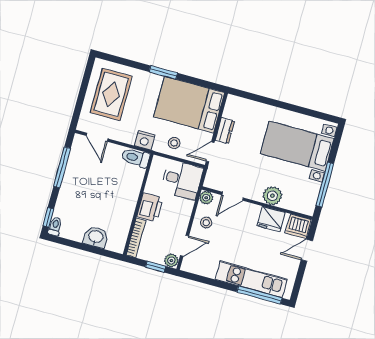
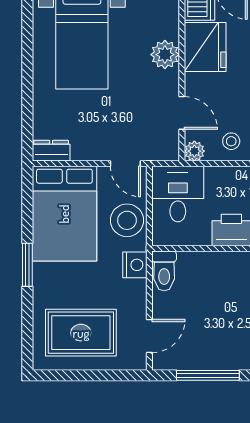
dresser: (225, 131) -> (51, 151), moved
stool: (174, 143) -> (127, 220), width x1.89, depth x1.89
fridge: (271, 219) -> (205, 47), width x1.36, depth x1.34

